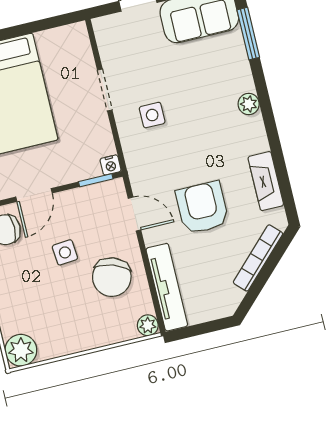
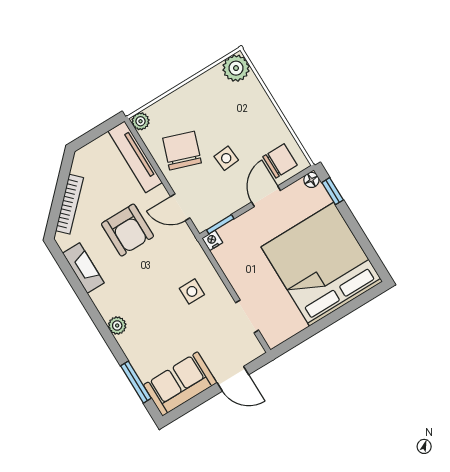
doorway: (105, 90) -> (247, 316), moved

